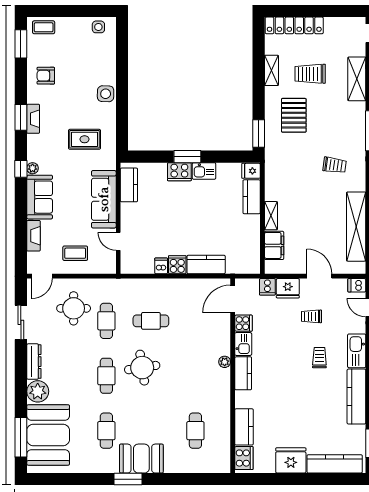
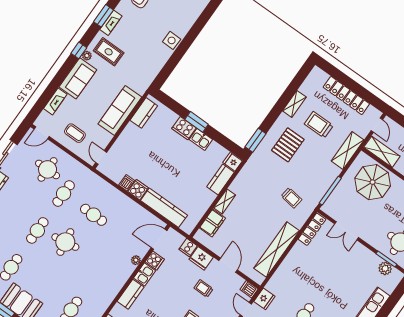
locker: (294, 25) -> (346, 95), moved
rug: (84, 139) -> (109, 52), moved
door: (118, 241) -> (101, 158), moved
kitchen counter: (206, 265) -> (164, 208), width x1.50
plant: (225, 362) -> (136, 260), moved

